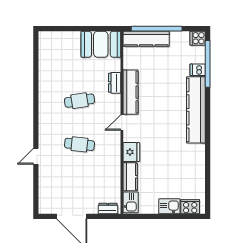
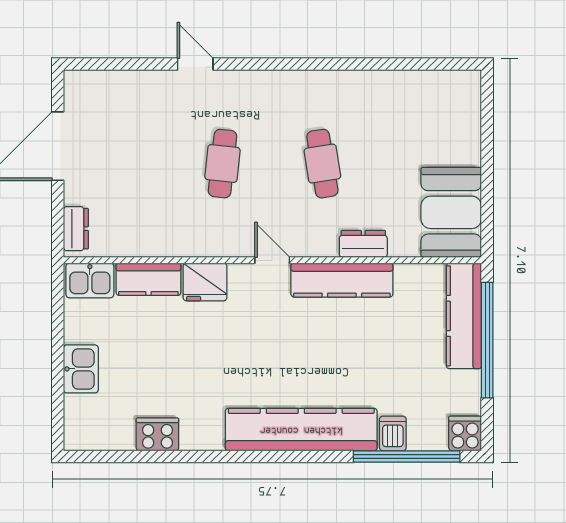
cooker: (190, 207) -> (157, 434), moved, turned -90

